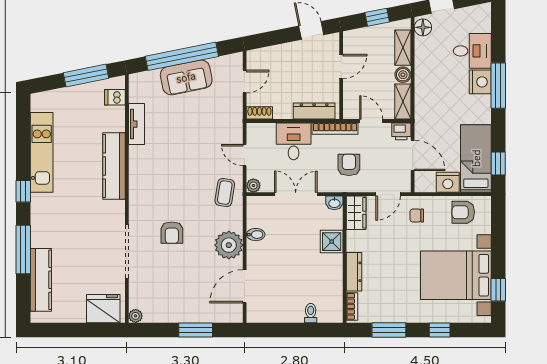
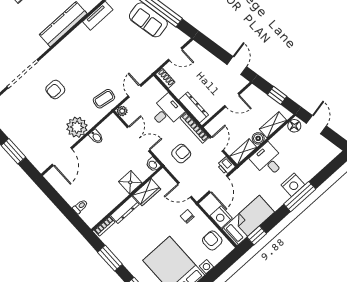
desk: (472, 51) -> (268, 160), moved, turned 180
wardrobe: (356, 213) -> (147, 192), moved
door: (245, 286) -> (62, 157), swing flipped

